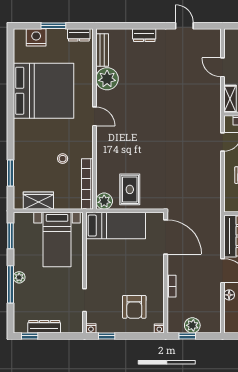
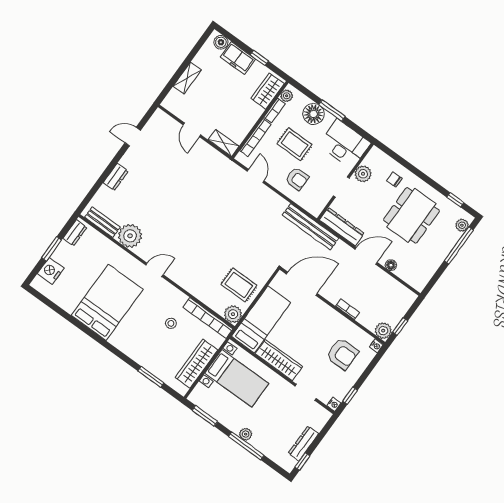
door: (223, 67) -> (192, 130), hinge flipped
bed: (43, 91) -> (107, 302), width x0.73
wardrobe: (38, 201) -> (197, 364), width x1.50
bench: (214, 212) -> (311, 227), added
wardrobe: (94, 262) -> (279, 360), added
plant: (192, 325) -> (383, 331), moved

